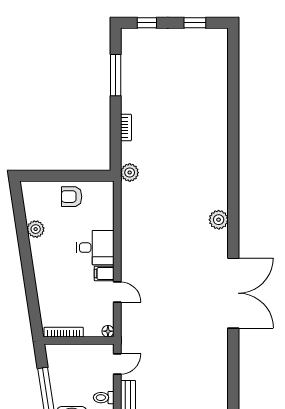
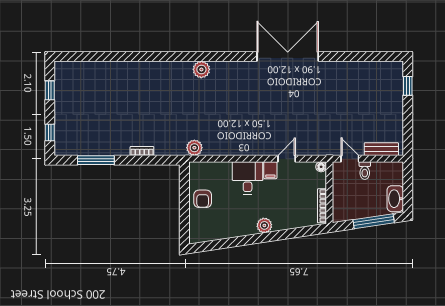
plant: (130, 173) -> (194, 148), moved
plant: (219, 220) -> (201, 69), moved
plant: (36, 229) -> (264, 225), moved
toilet: (104, 398) -> (365, 171), moved

